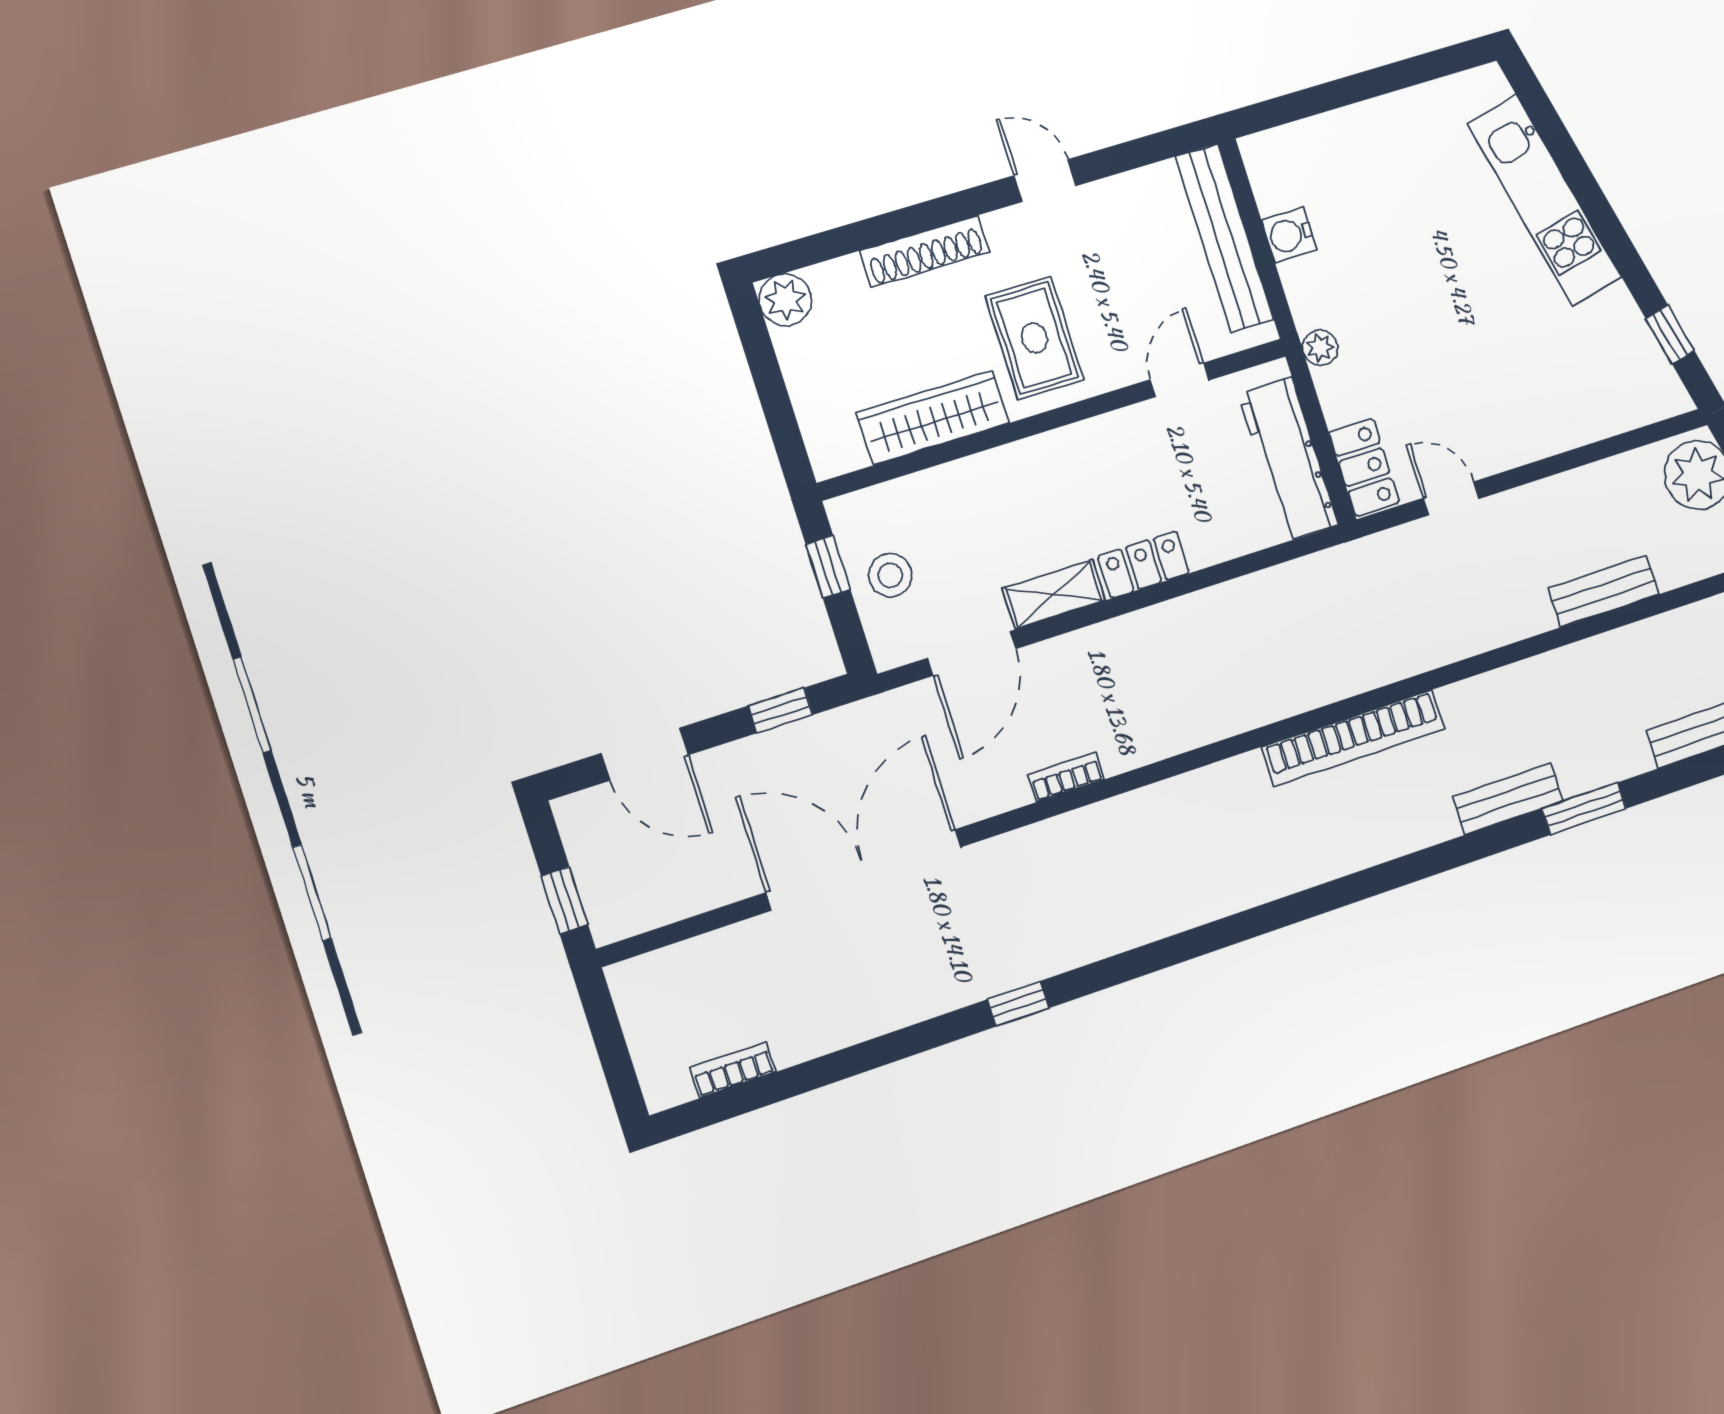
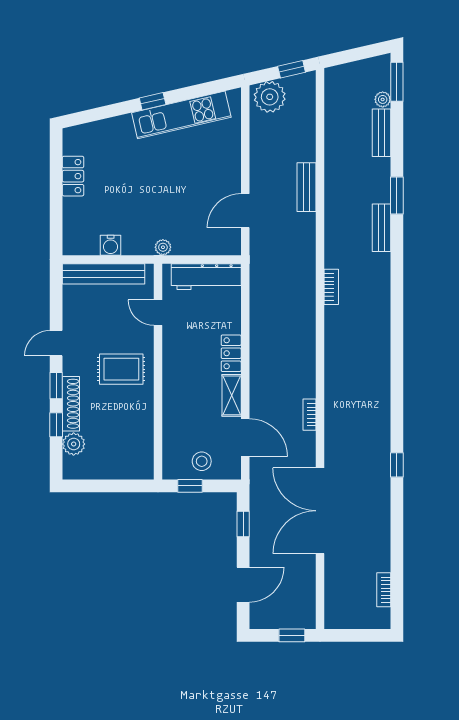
kitchen unit: (1544, 201) -> (181, 115), moved
window: (954, 208) -> (56, 386), added
window: (869, 233) -> (56, 425), added
plant: (785, 300) -> (74, 444), moved
window: (1670, 335) -> (153, 101), moved
wardrobe: (933, 418) -> (142, 422), removed
locker: (1364, 467) -> (73, 176), moved, turned 90
door: (1451, 498) -> (245, 211), width x1.38
bench: (1604, 591) -> (306, 187), moved
bookcase: (1353, 738) -> (331, 287), width x0.43, depth x0.76

